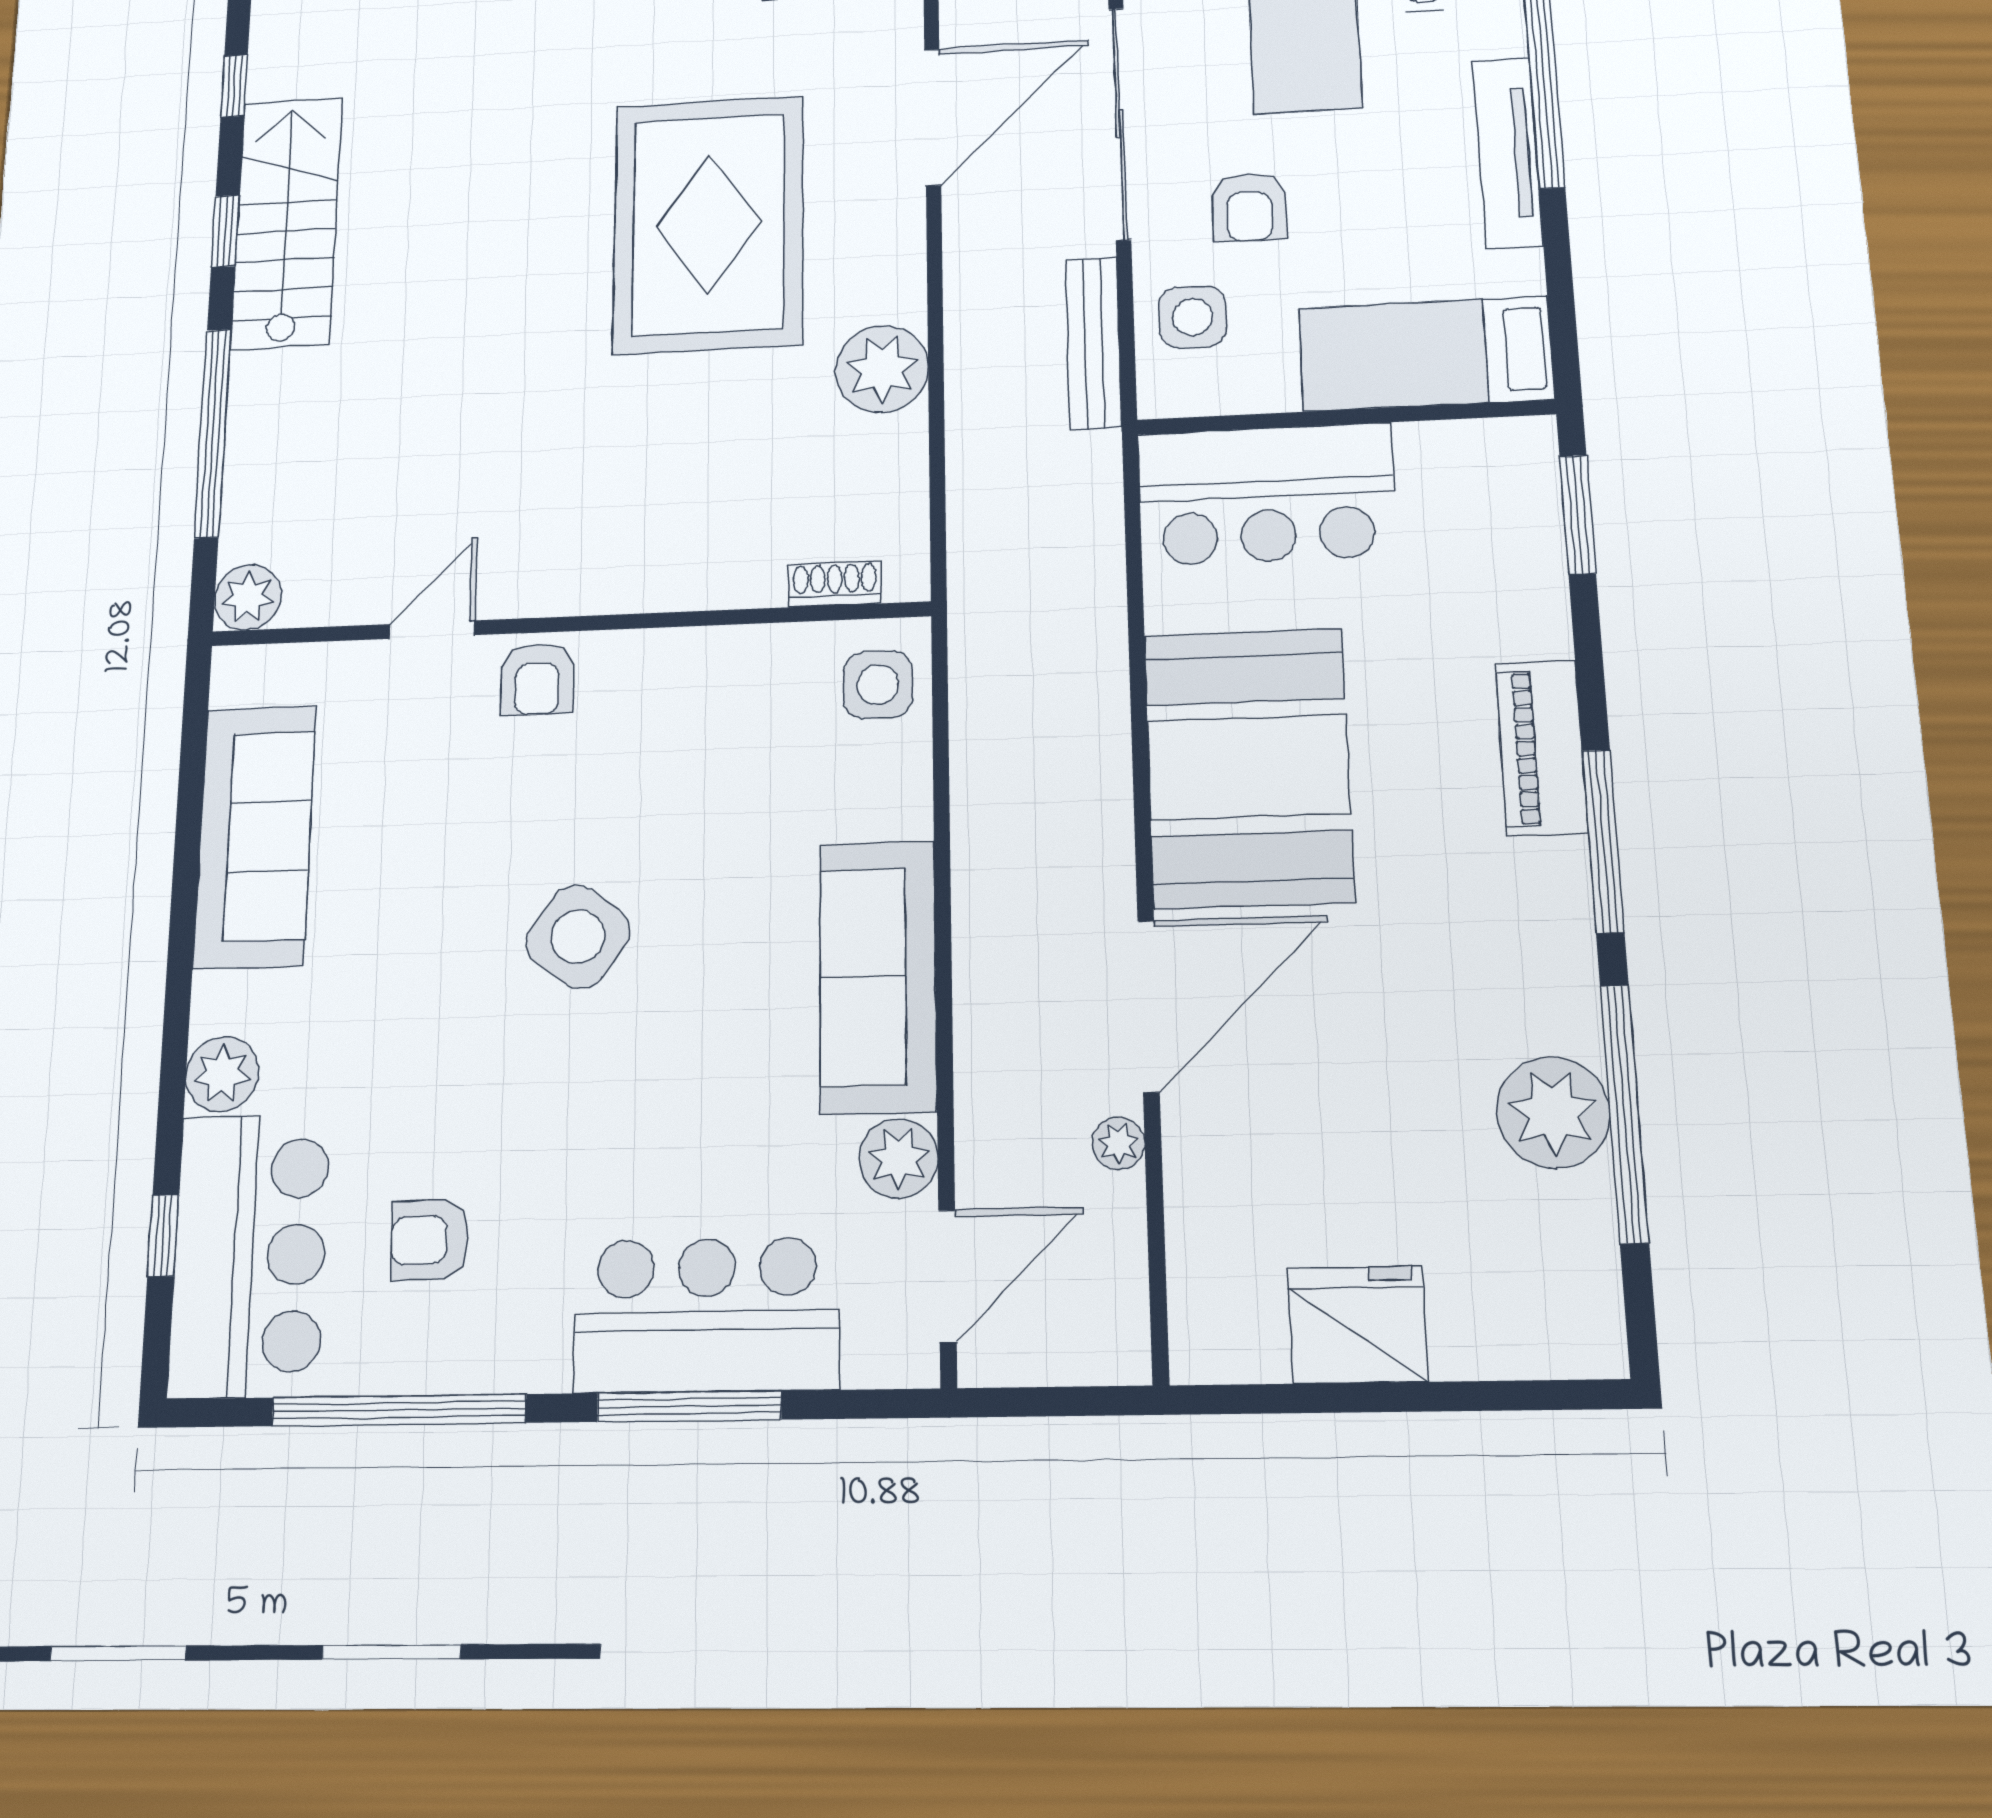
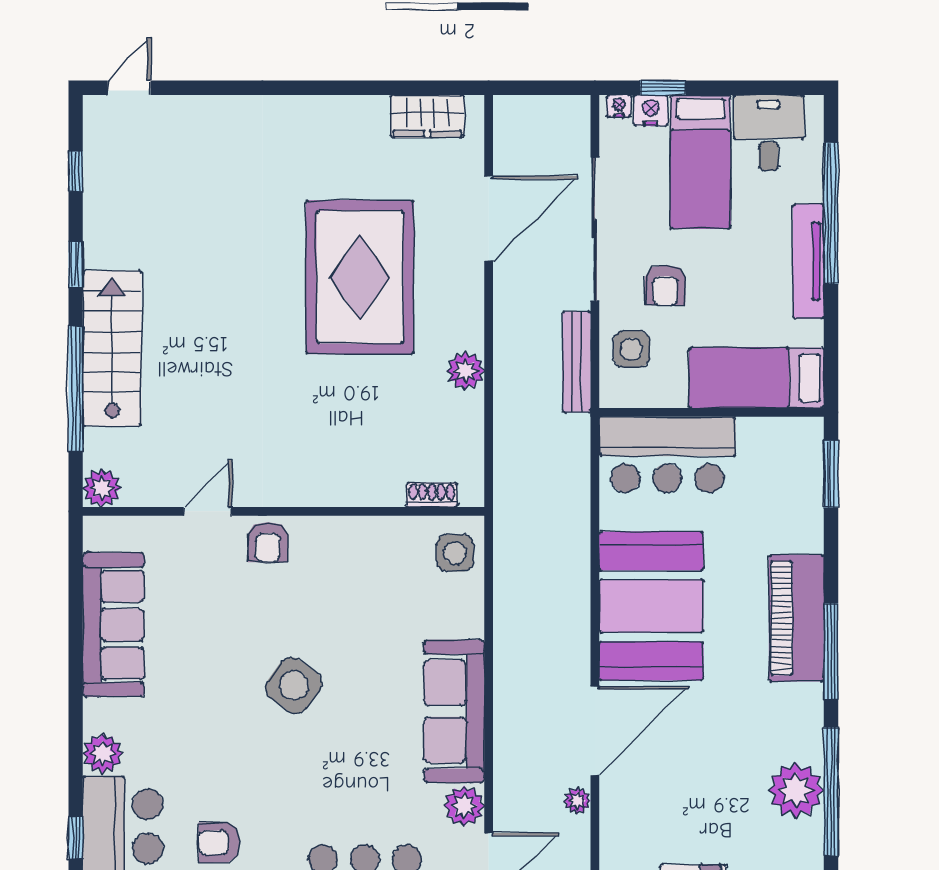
stairs: (286, 223) -> (112, 348), moved
plant: (882, 369) -> (465, 371), width x0.73, depth x0.73
piano: (1541, 748) -> (796, 618), width x1.37, depth x1.33

